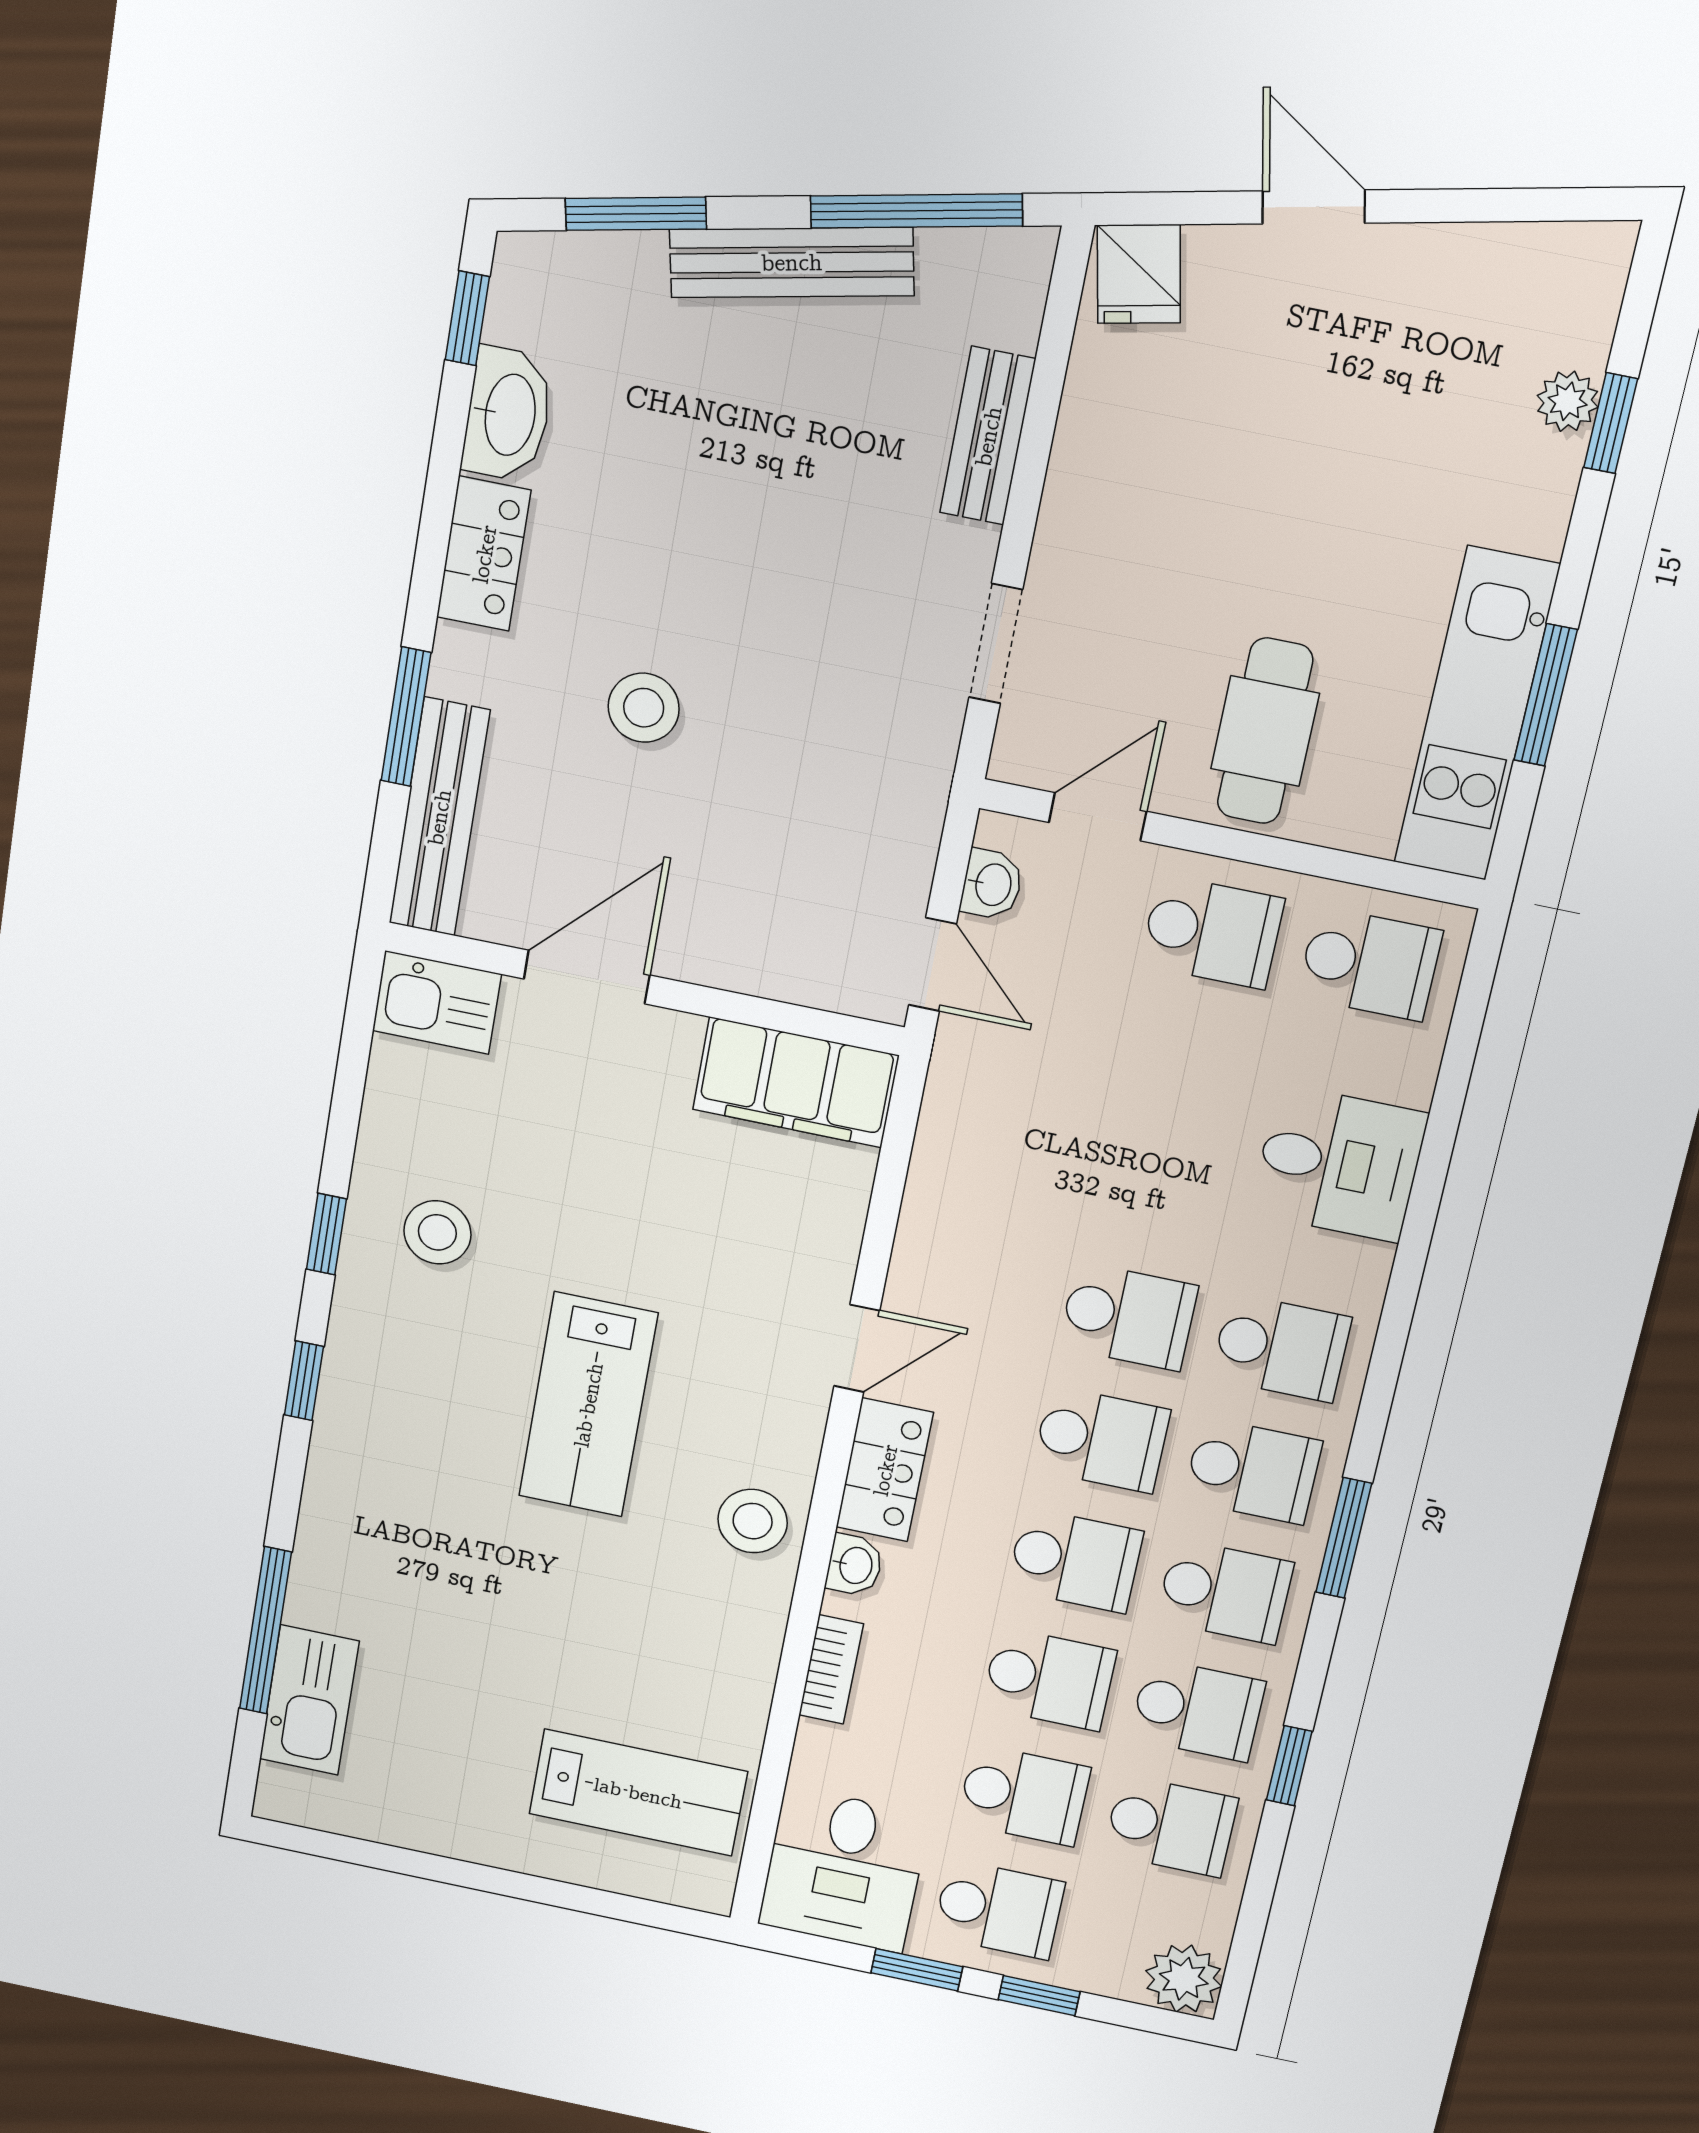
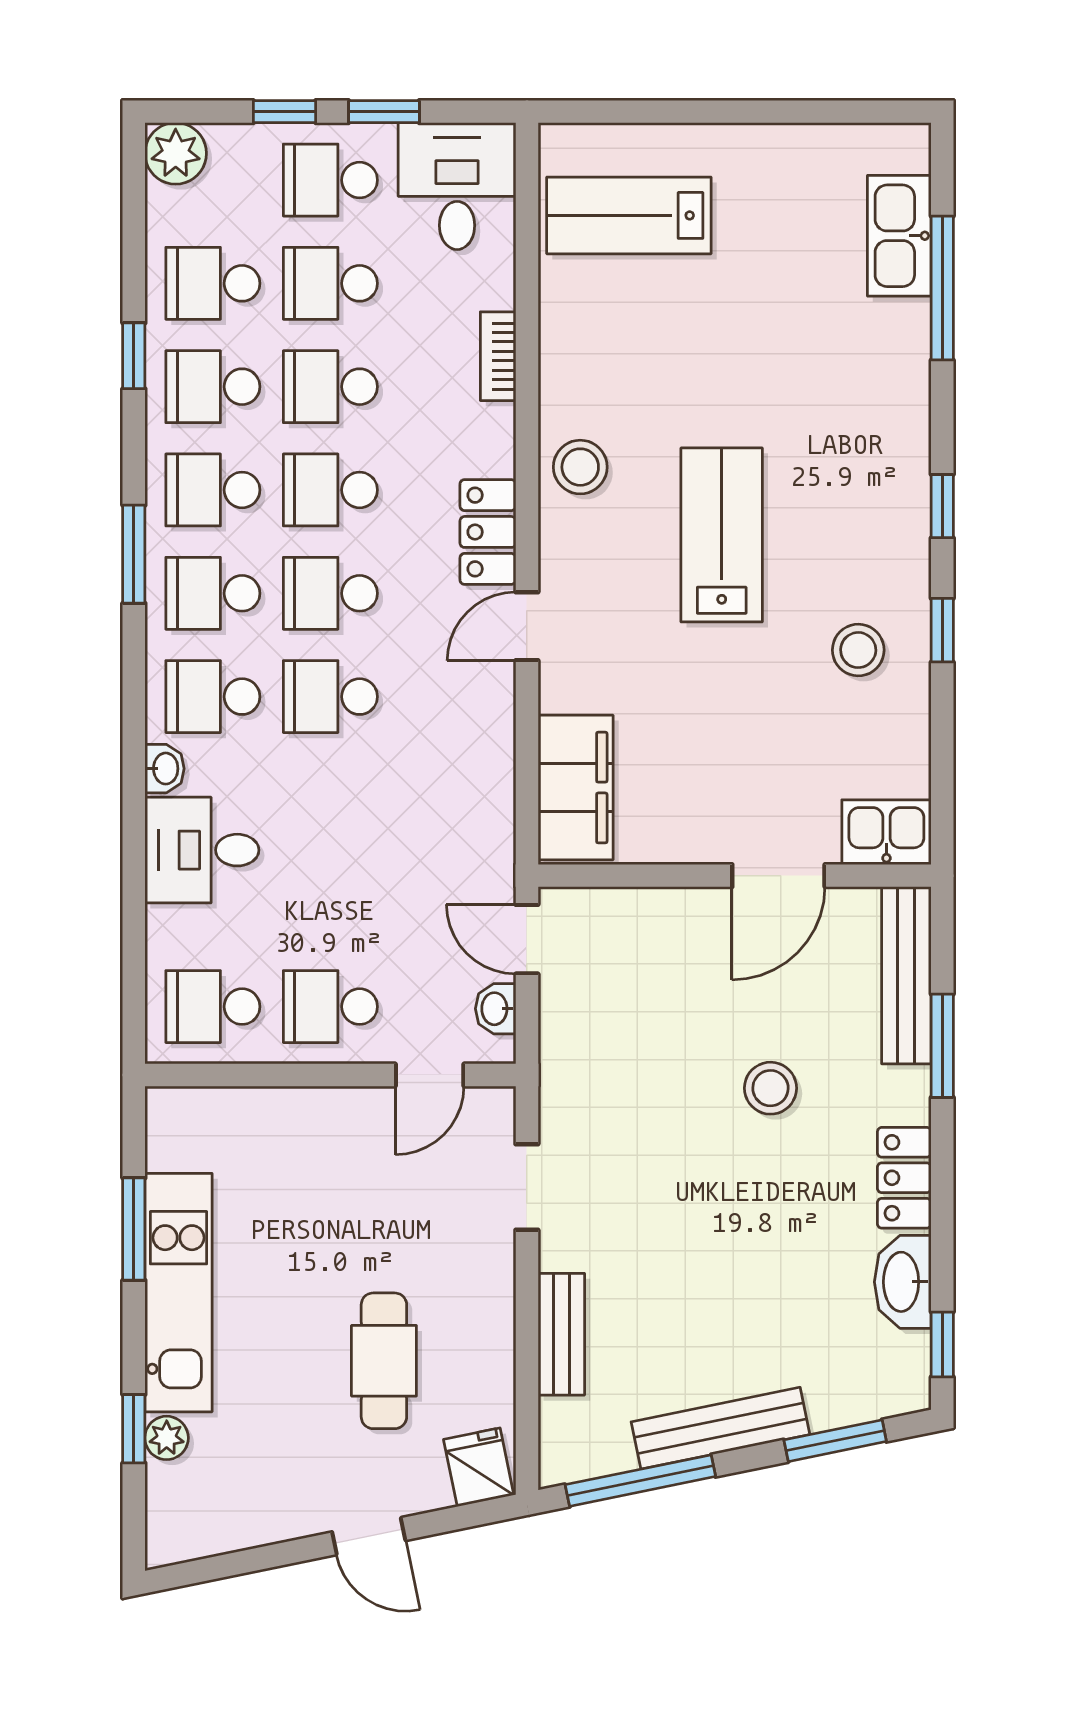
kitchen unit: (1477, 714) -> (179, 1293), moved
cafe table: (1265, 731) -> (384, 1361), moved
filing cabinet: (796, 1082) -> (576, 788), moved, turned 90
washbasin: (854, 1565) -> (165, 769), moved, turned 180

